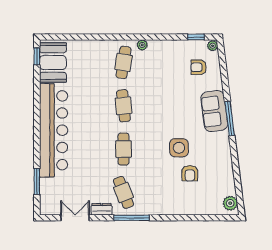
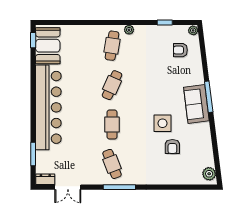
window: (196, 37) -> (165, 23), moved
cafe table: (123, 106) -> (112, 85), turned 30
sofa: (214, 111) -> (196, 104), moved
dresser: (102, 209) -> (45, 179), moved
double door: (75, 218) -> (68, 187), swing flipped

